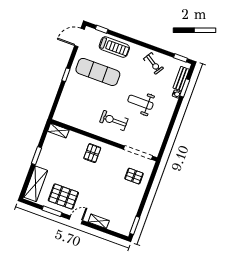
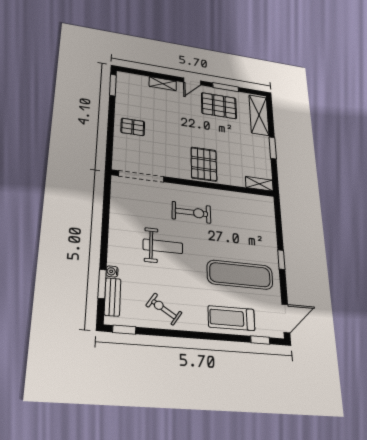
pallet: (92, 153) -> (204, 164), width x1.50, depth x1.42
pallet: (134, 176) -> (133, 127), moved

